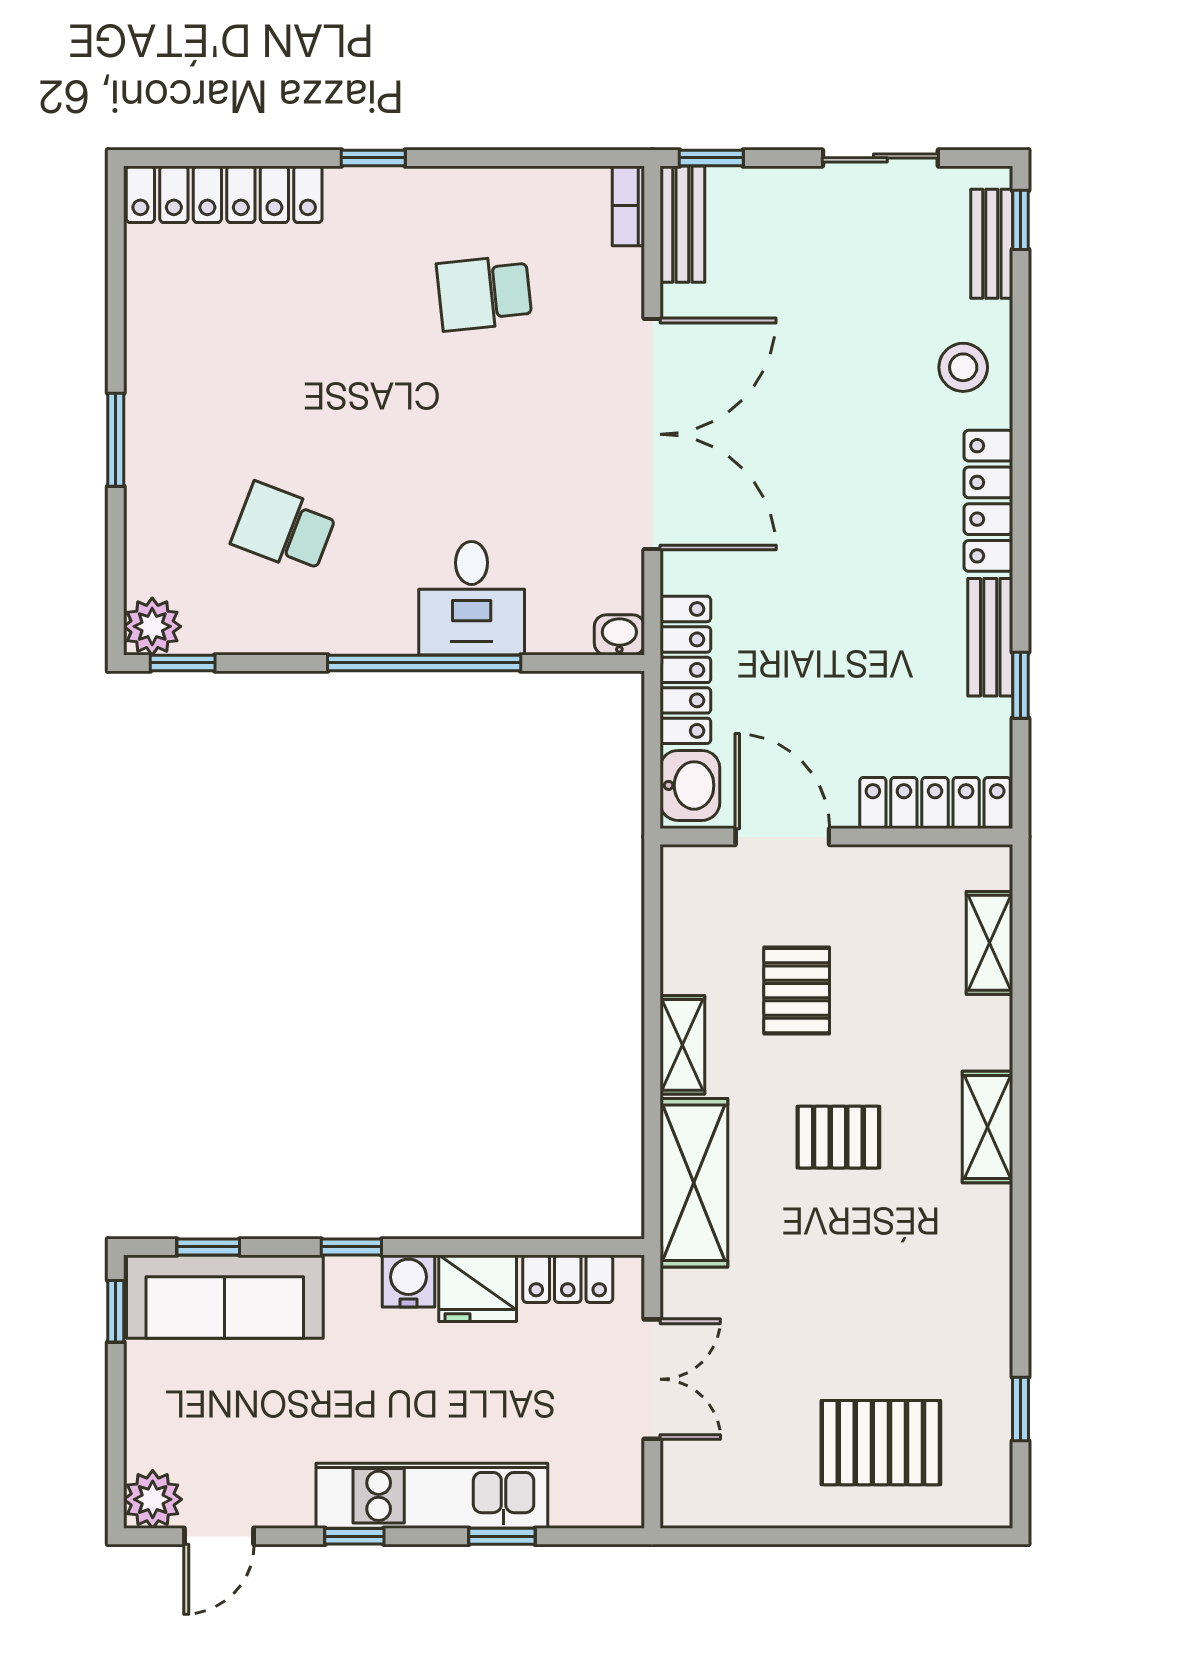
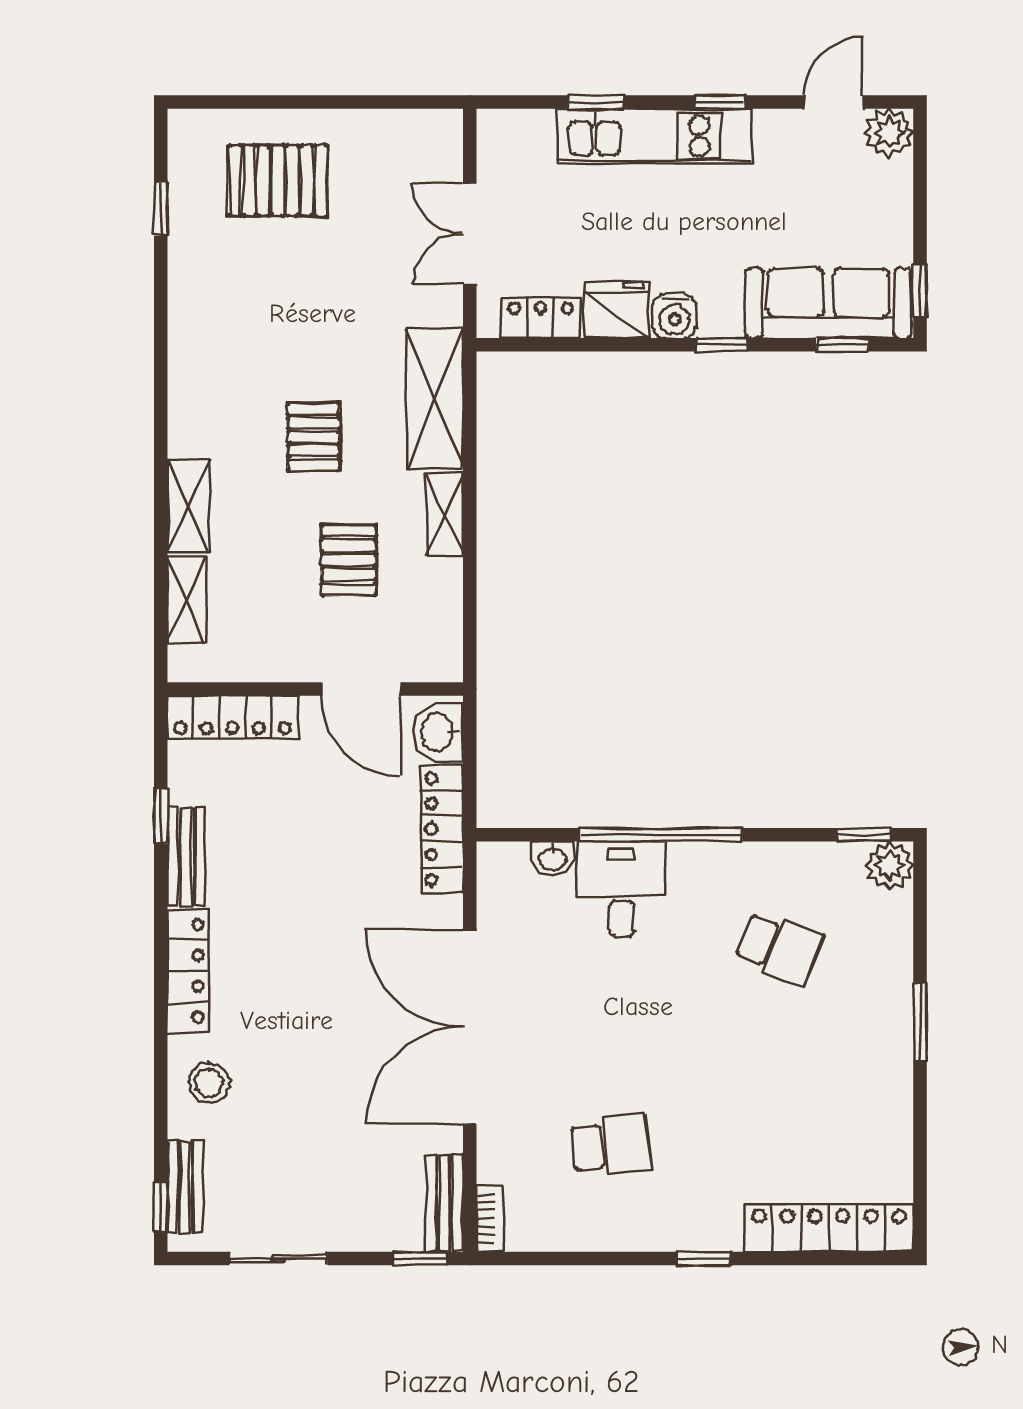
washbasin: (619, 635) -> (553, 858), moved
shelving: (988, 1127) -> (188, 506), moved
pallet: (838, 1137) -> (314, 437), turned 90

